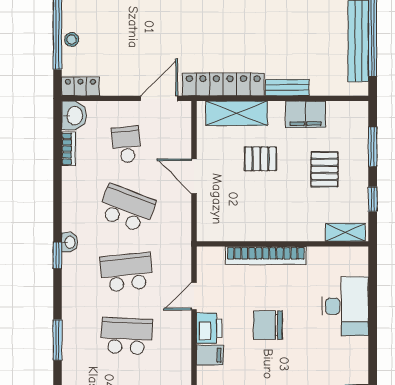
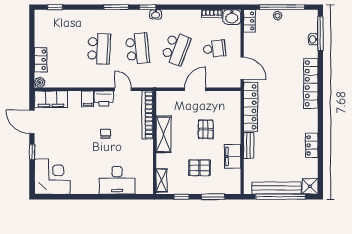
shelving: (237, 113) -> (164, 134), moved
bookcase: (266, 255) -> (148, 115), moved
chair: (268, 325) -> (106, 134), width x0.54, depth x0.54
window: (58, 340) -> (116, 7), moved

